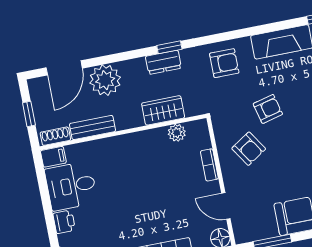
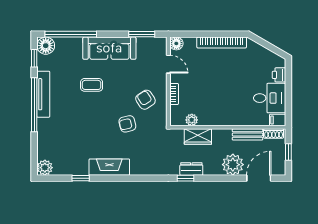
armchair: (224, 63) -> (151, 160), removed

